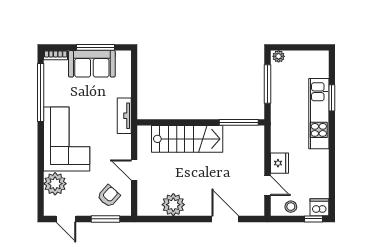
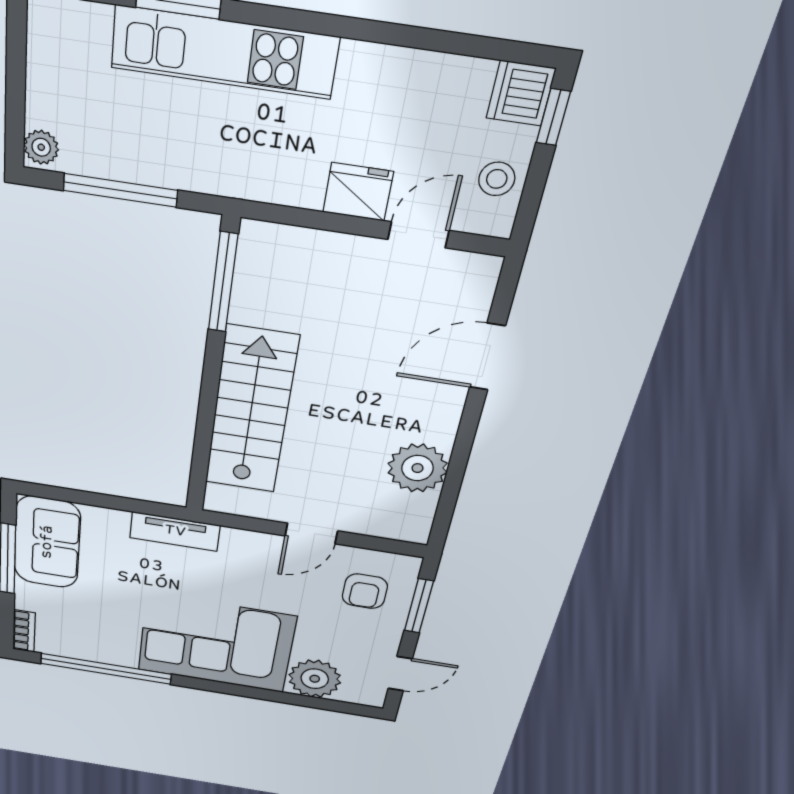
sofa: (92, 64) -> (47, 542), moved
armchair: (109, 196) -> (365, 591), turned -132

